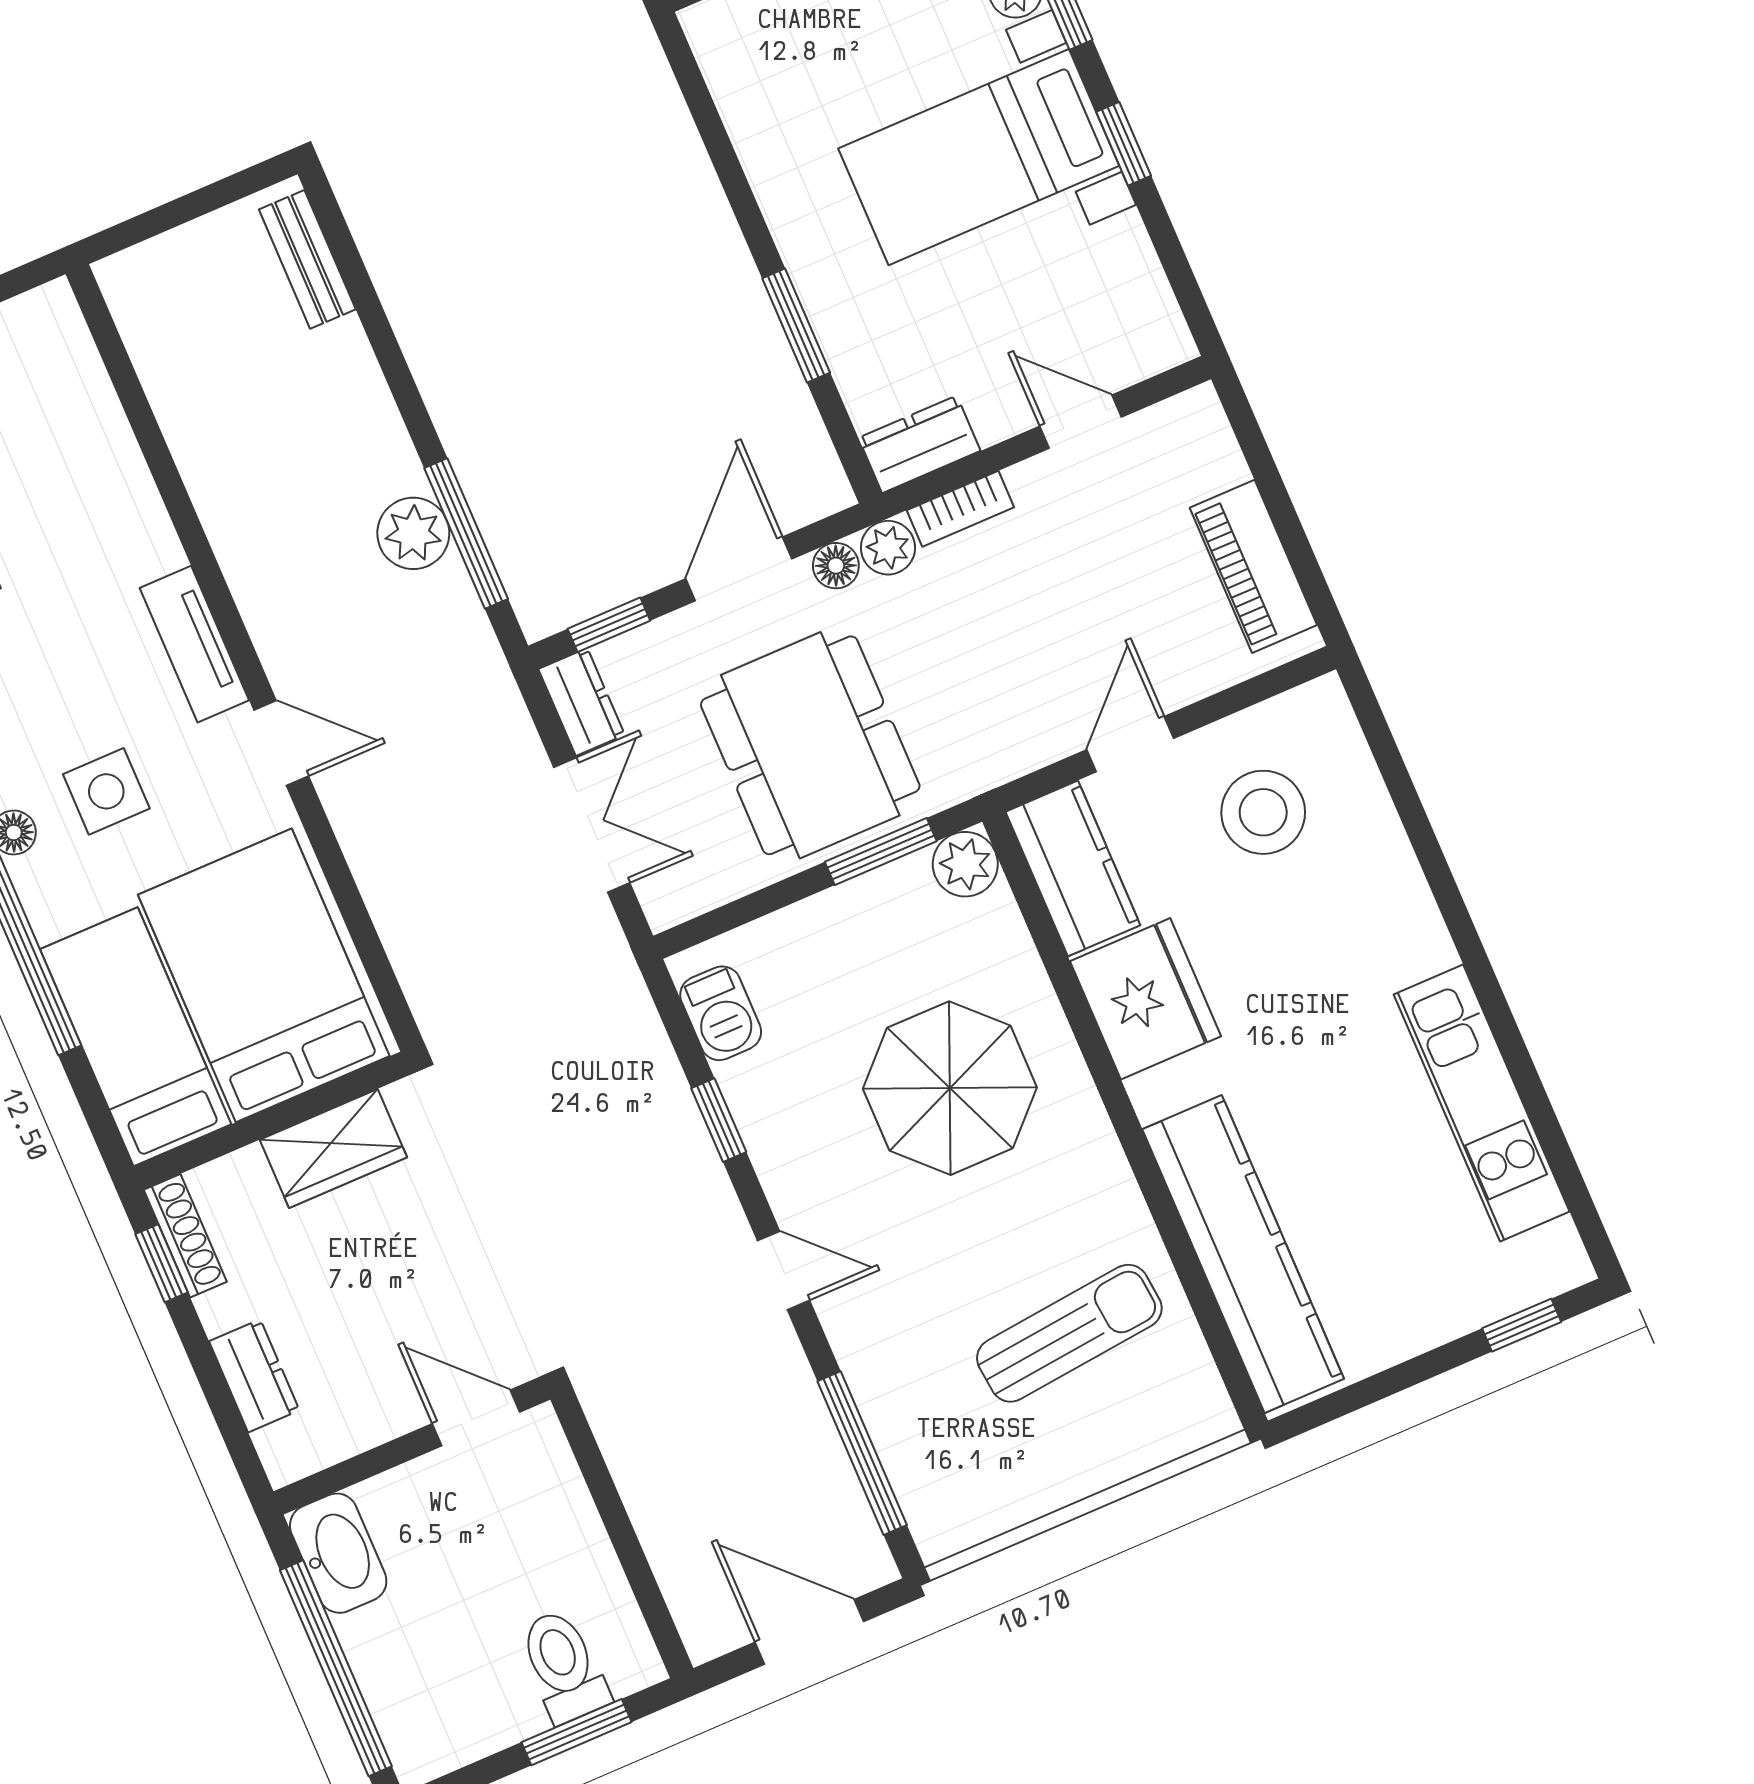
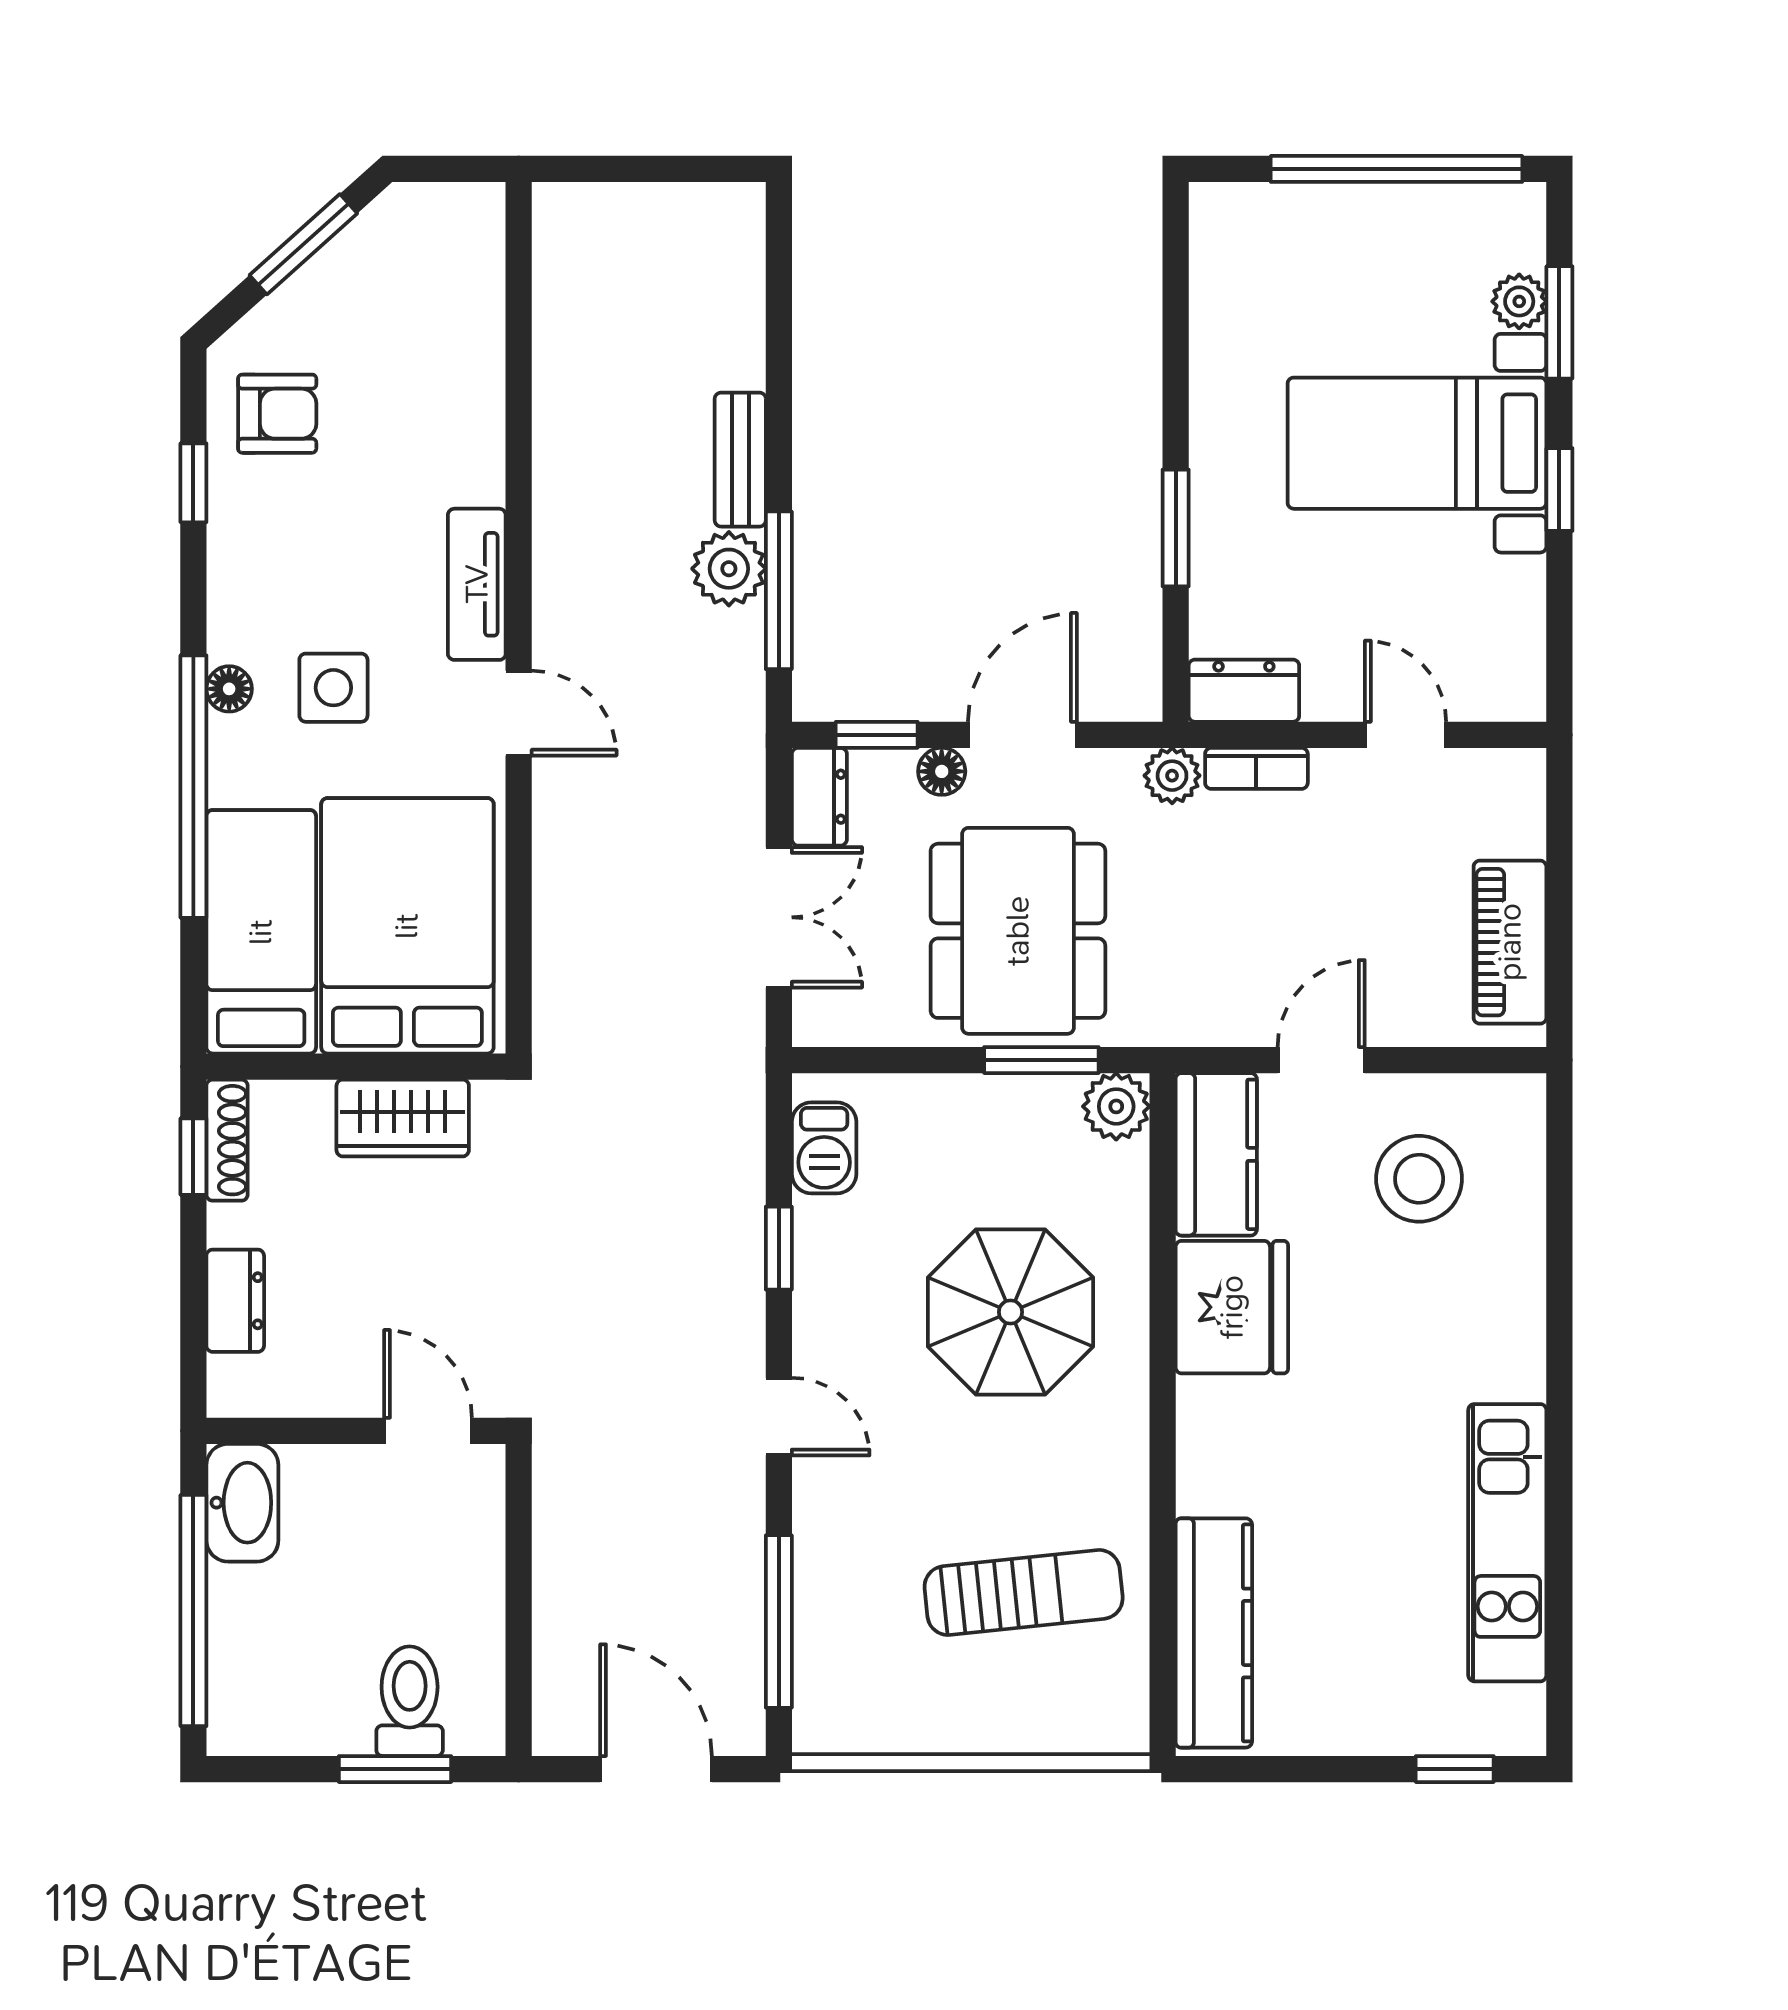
bench: (307, 259) -> (740, 460), moved
floor lamp: (836, 566) -> (942, 771), moved
kitchen counter: (1243, 1254) -> (1214, 1633), width x0.72, depth x0.86

